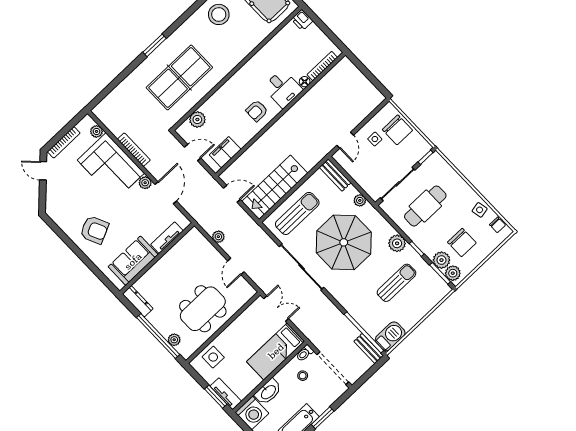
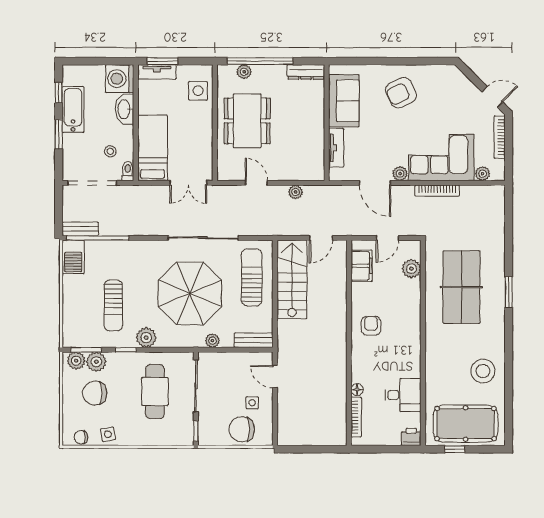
desk: (283, 89) -> (403, 395), moved, turned 180
sun lounger: (297, 213) -> (252, 277), turned 180

